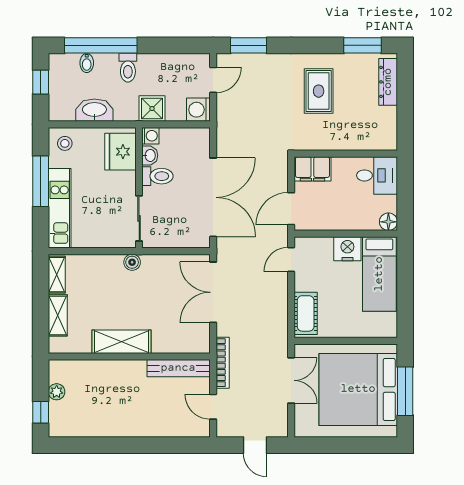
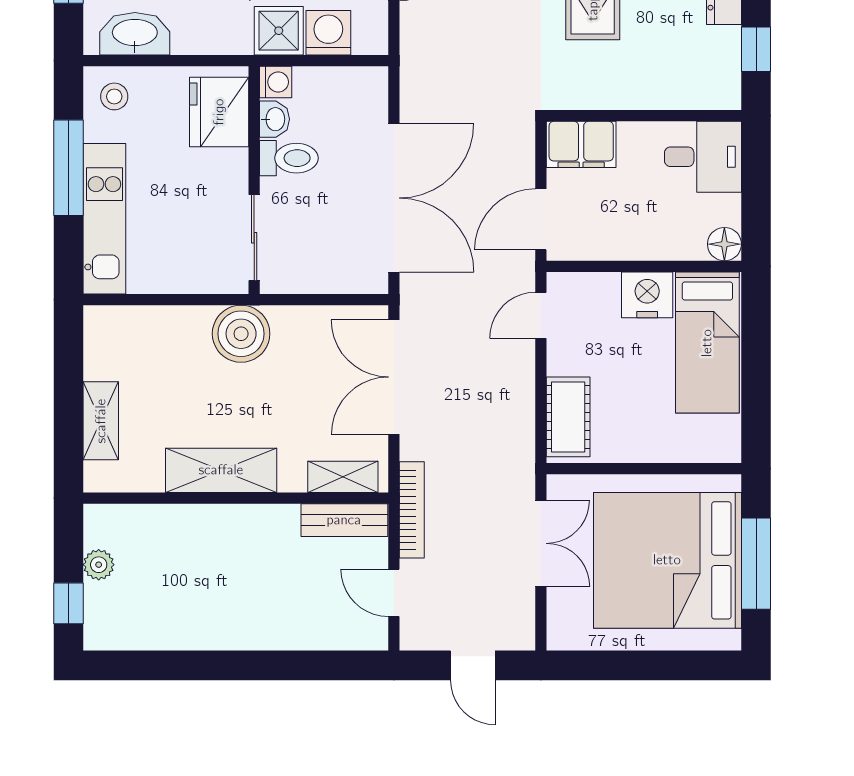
washbasin: (94, 110) -> (135, 34), moved
washing machine: (198, 110) -> (328, 33), moved, turned 90
window: (405, 118) -> (756, 49), added
boiler: (132, 262) -> (241, 334), width x1.86, depth x1.86
shelving: (57, 275) -> (343, 477), moved, turned 90
bench: (178, 368) -> (344, 520), width x0.73

